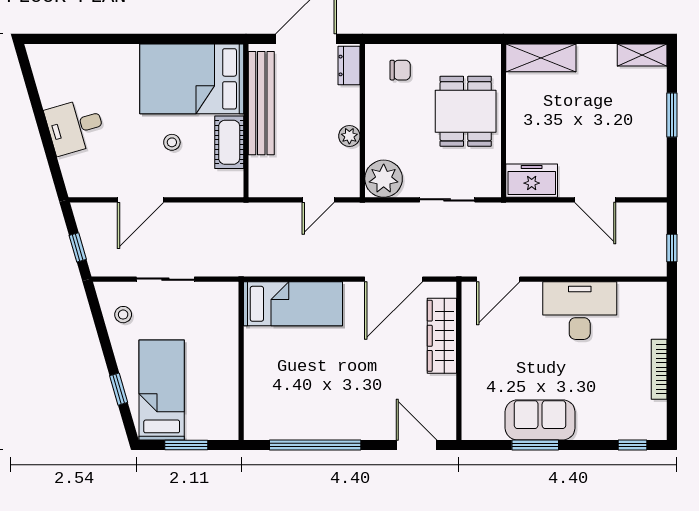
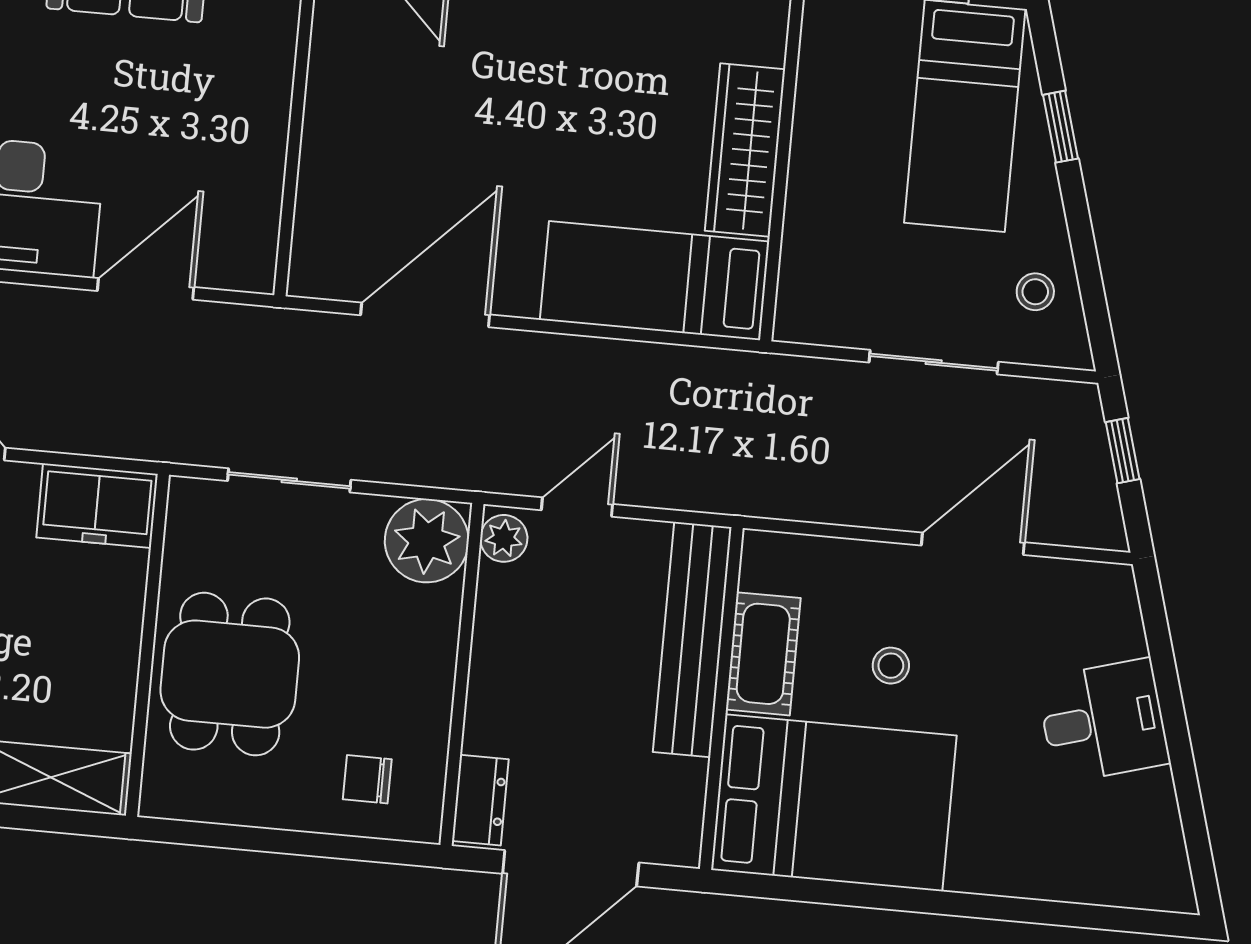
bench: (261, 103) -> (692, 640), moved
plant: (349, 136) -> (504, 538), moved
door: (498, 279) -> (146, 289), moved
wardrobe: (442, 336) -> (745, 150), moved, turned 180

